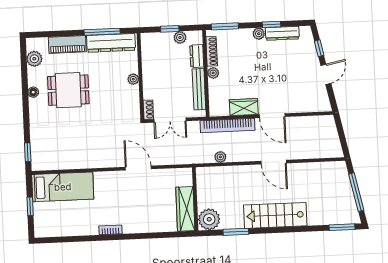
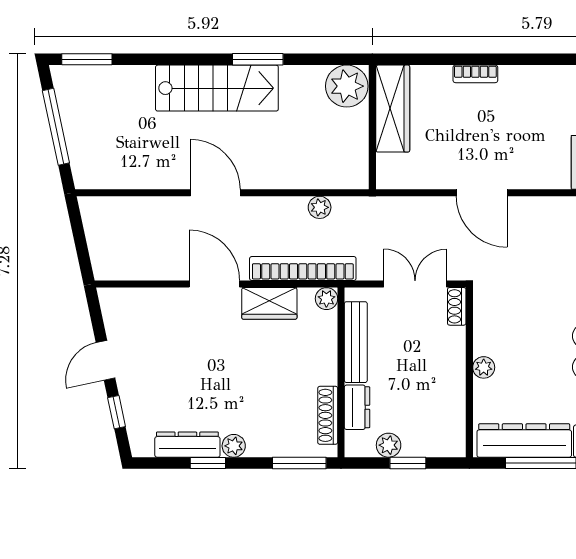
plant: (213, 73) -> (326, 299), moved
bookcase: (110, 230) -> (475, 74), moved
window: (236, 232) -> (258, 59), moved

